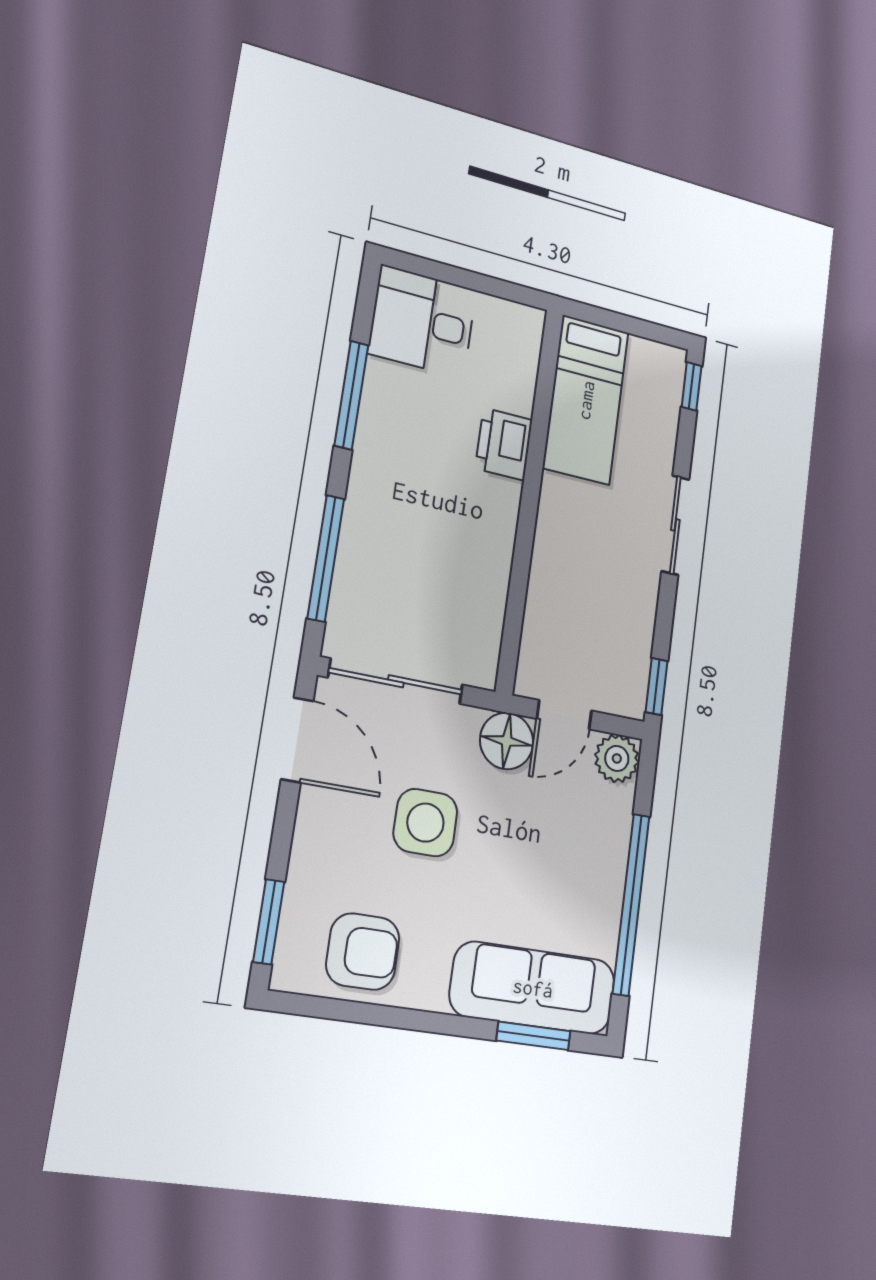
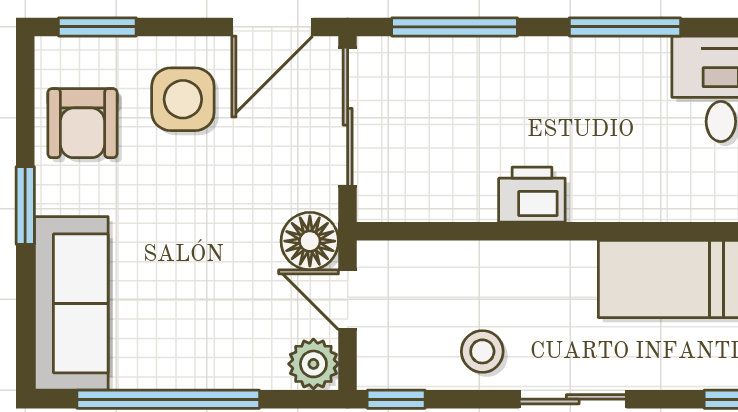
printer: (504, 444) -> (532, 195), moved
stool: (625, 598) -> (482, 351), added
side table: (425, 823) -> (183, 99), moved
window: (534, 1036) -> (25, 206), moved

